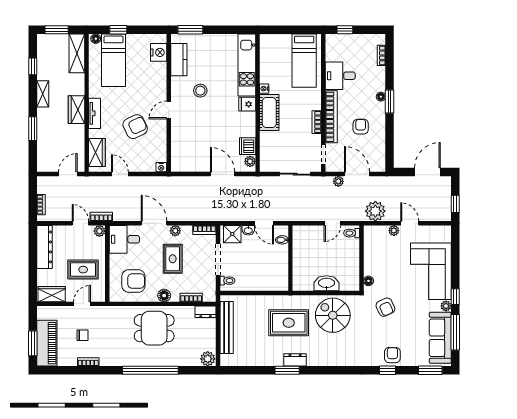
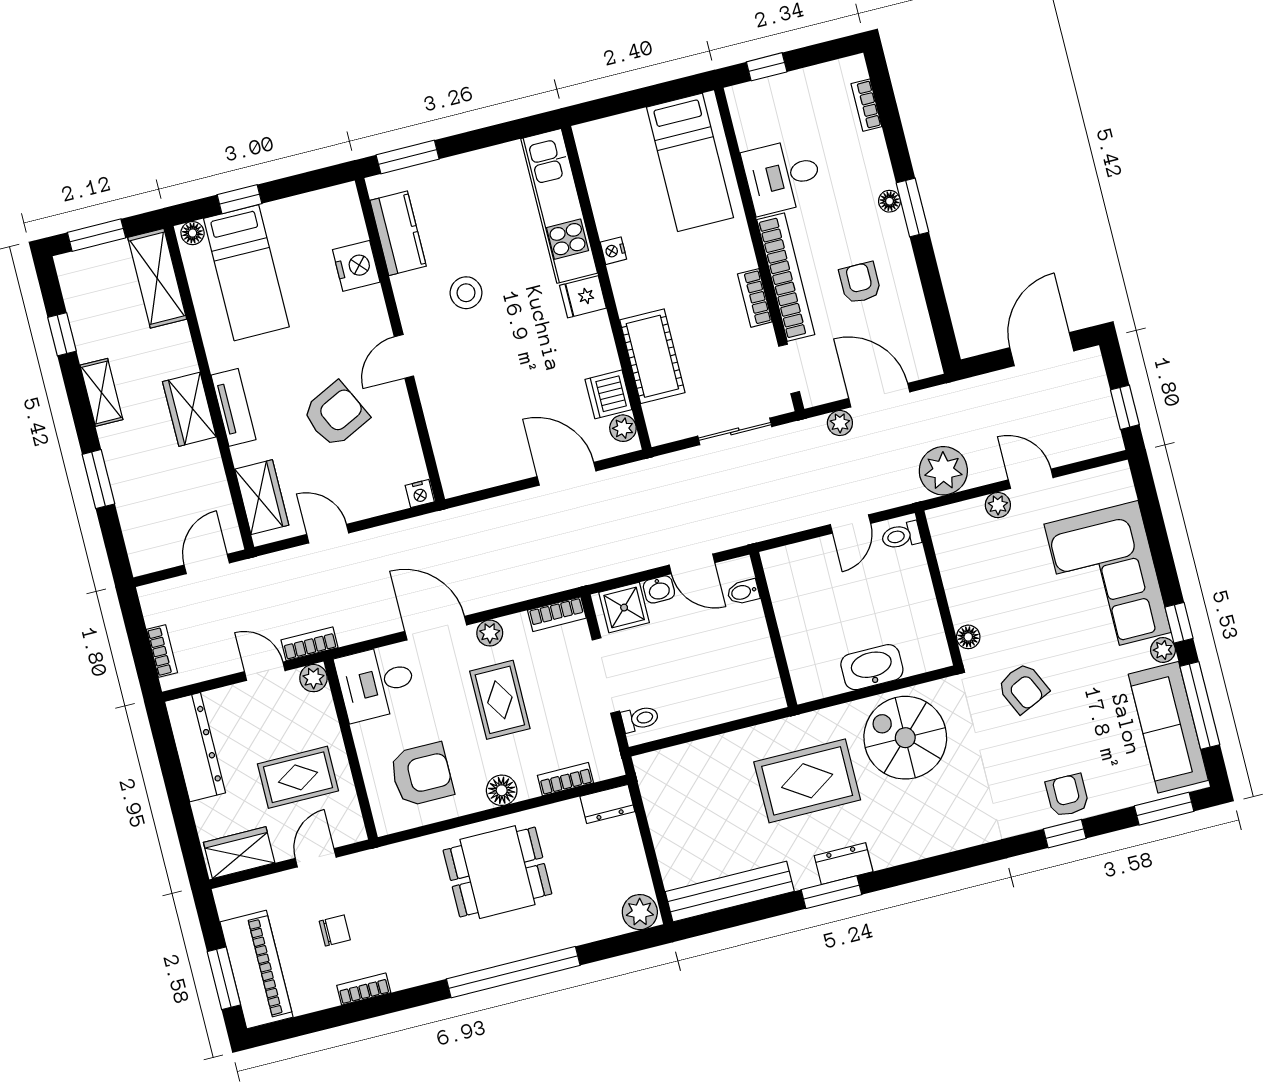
nightstand: (159, 52) -> (356, 266), moved
cot: (269, 113) -> (652, 356), moved
bench: (227, 327) -> (730, 892), moved, turned 90

